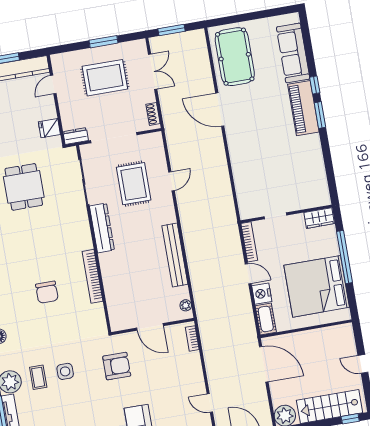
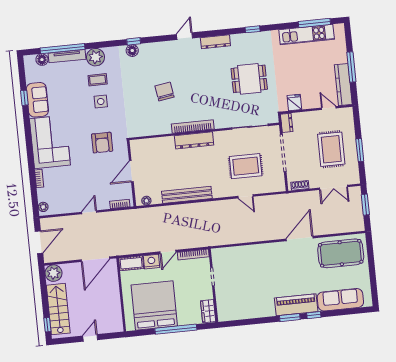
dresser: (102, 228) -> (194, 140), moved
bookcase: (92, 276) -> (193, 127), moved
chair: (47, 292) -> (165, 91), turned 81
door: (210, 403) -> (89, 212), moved

